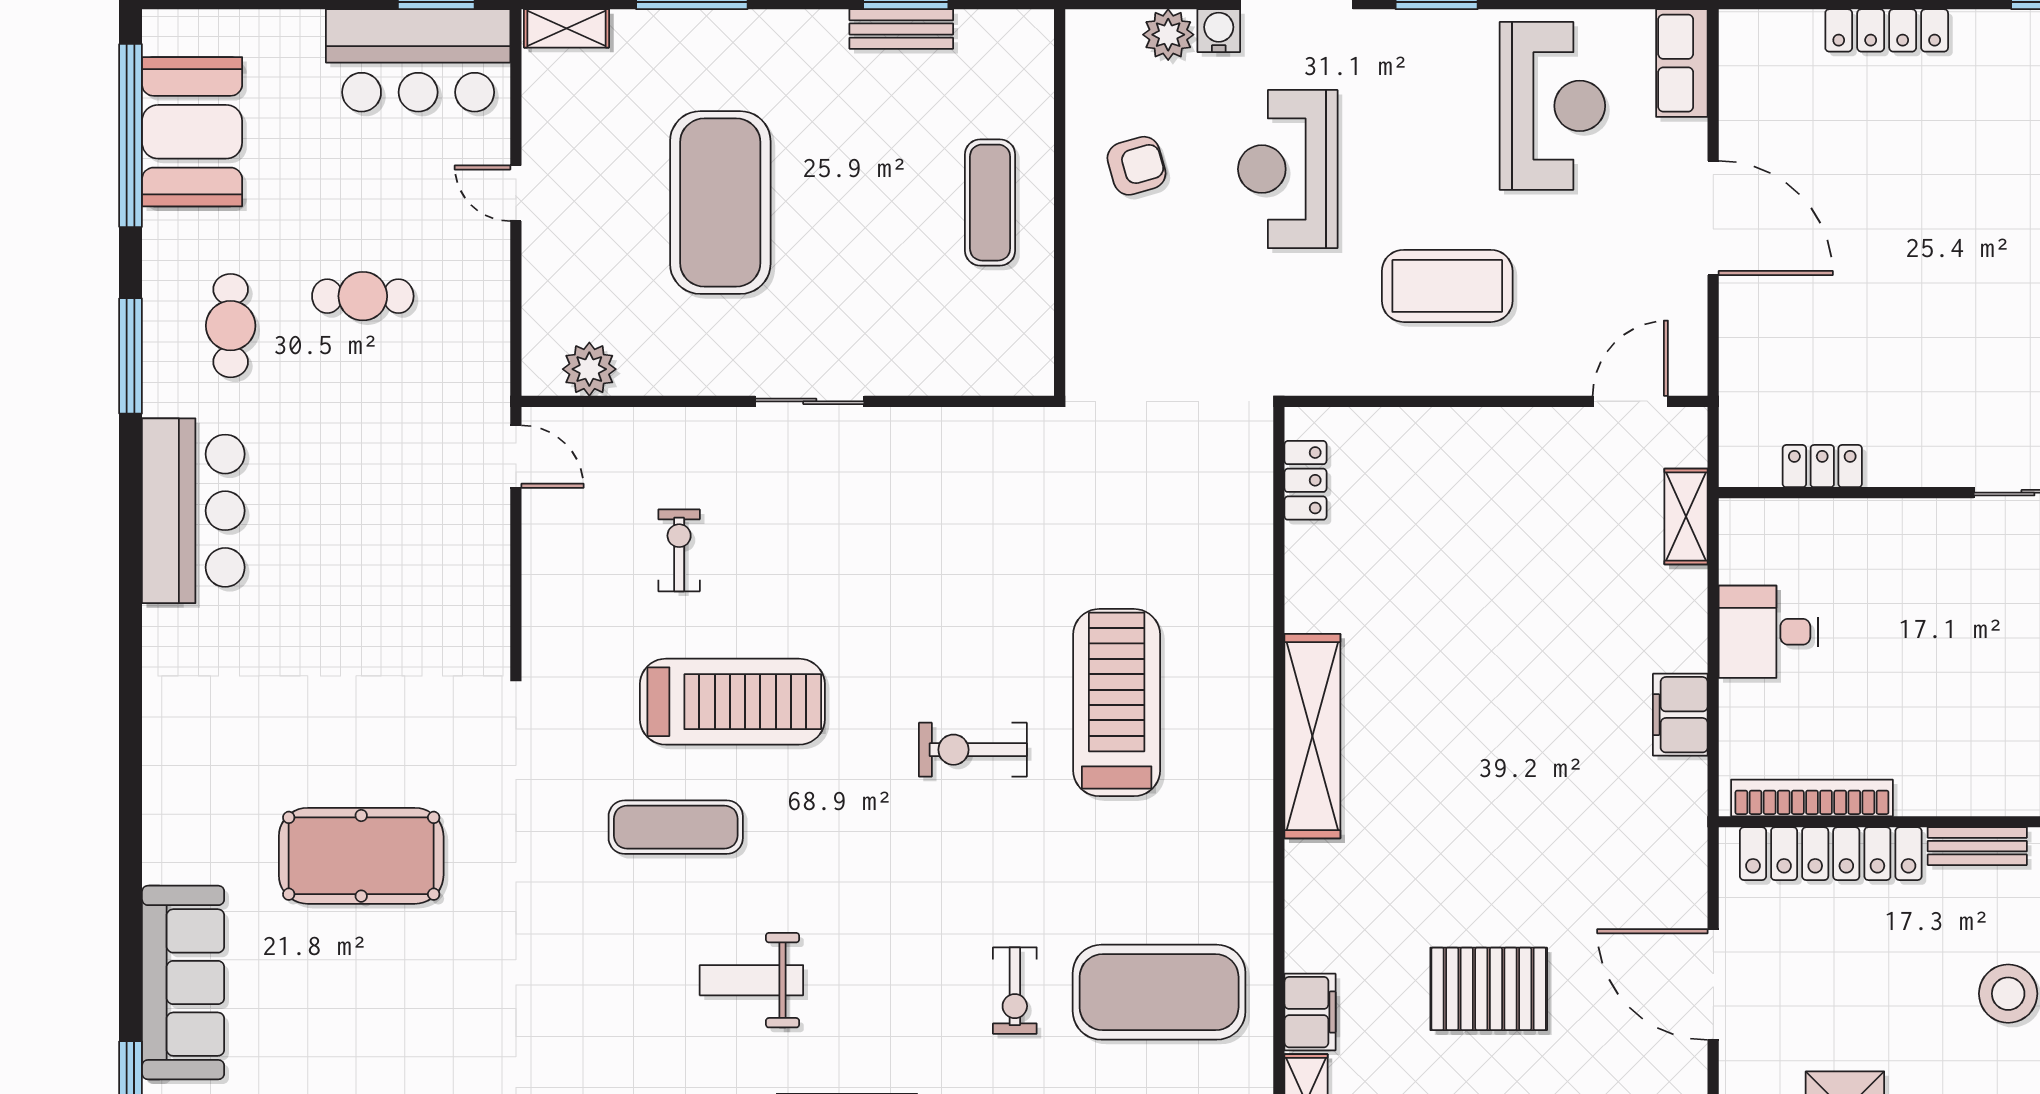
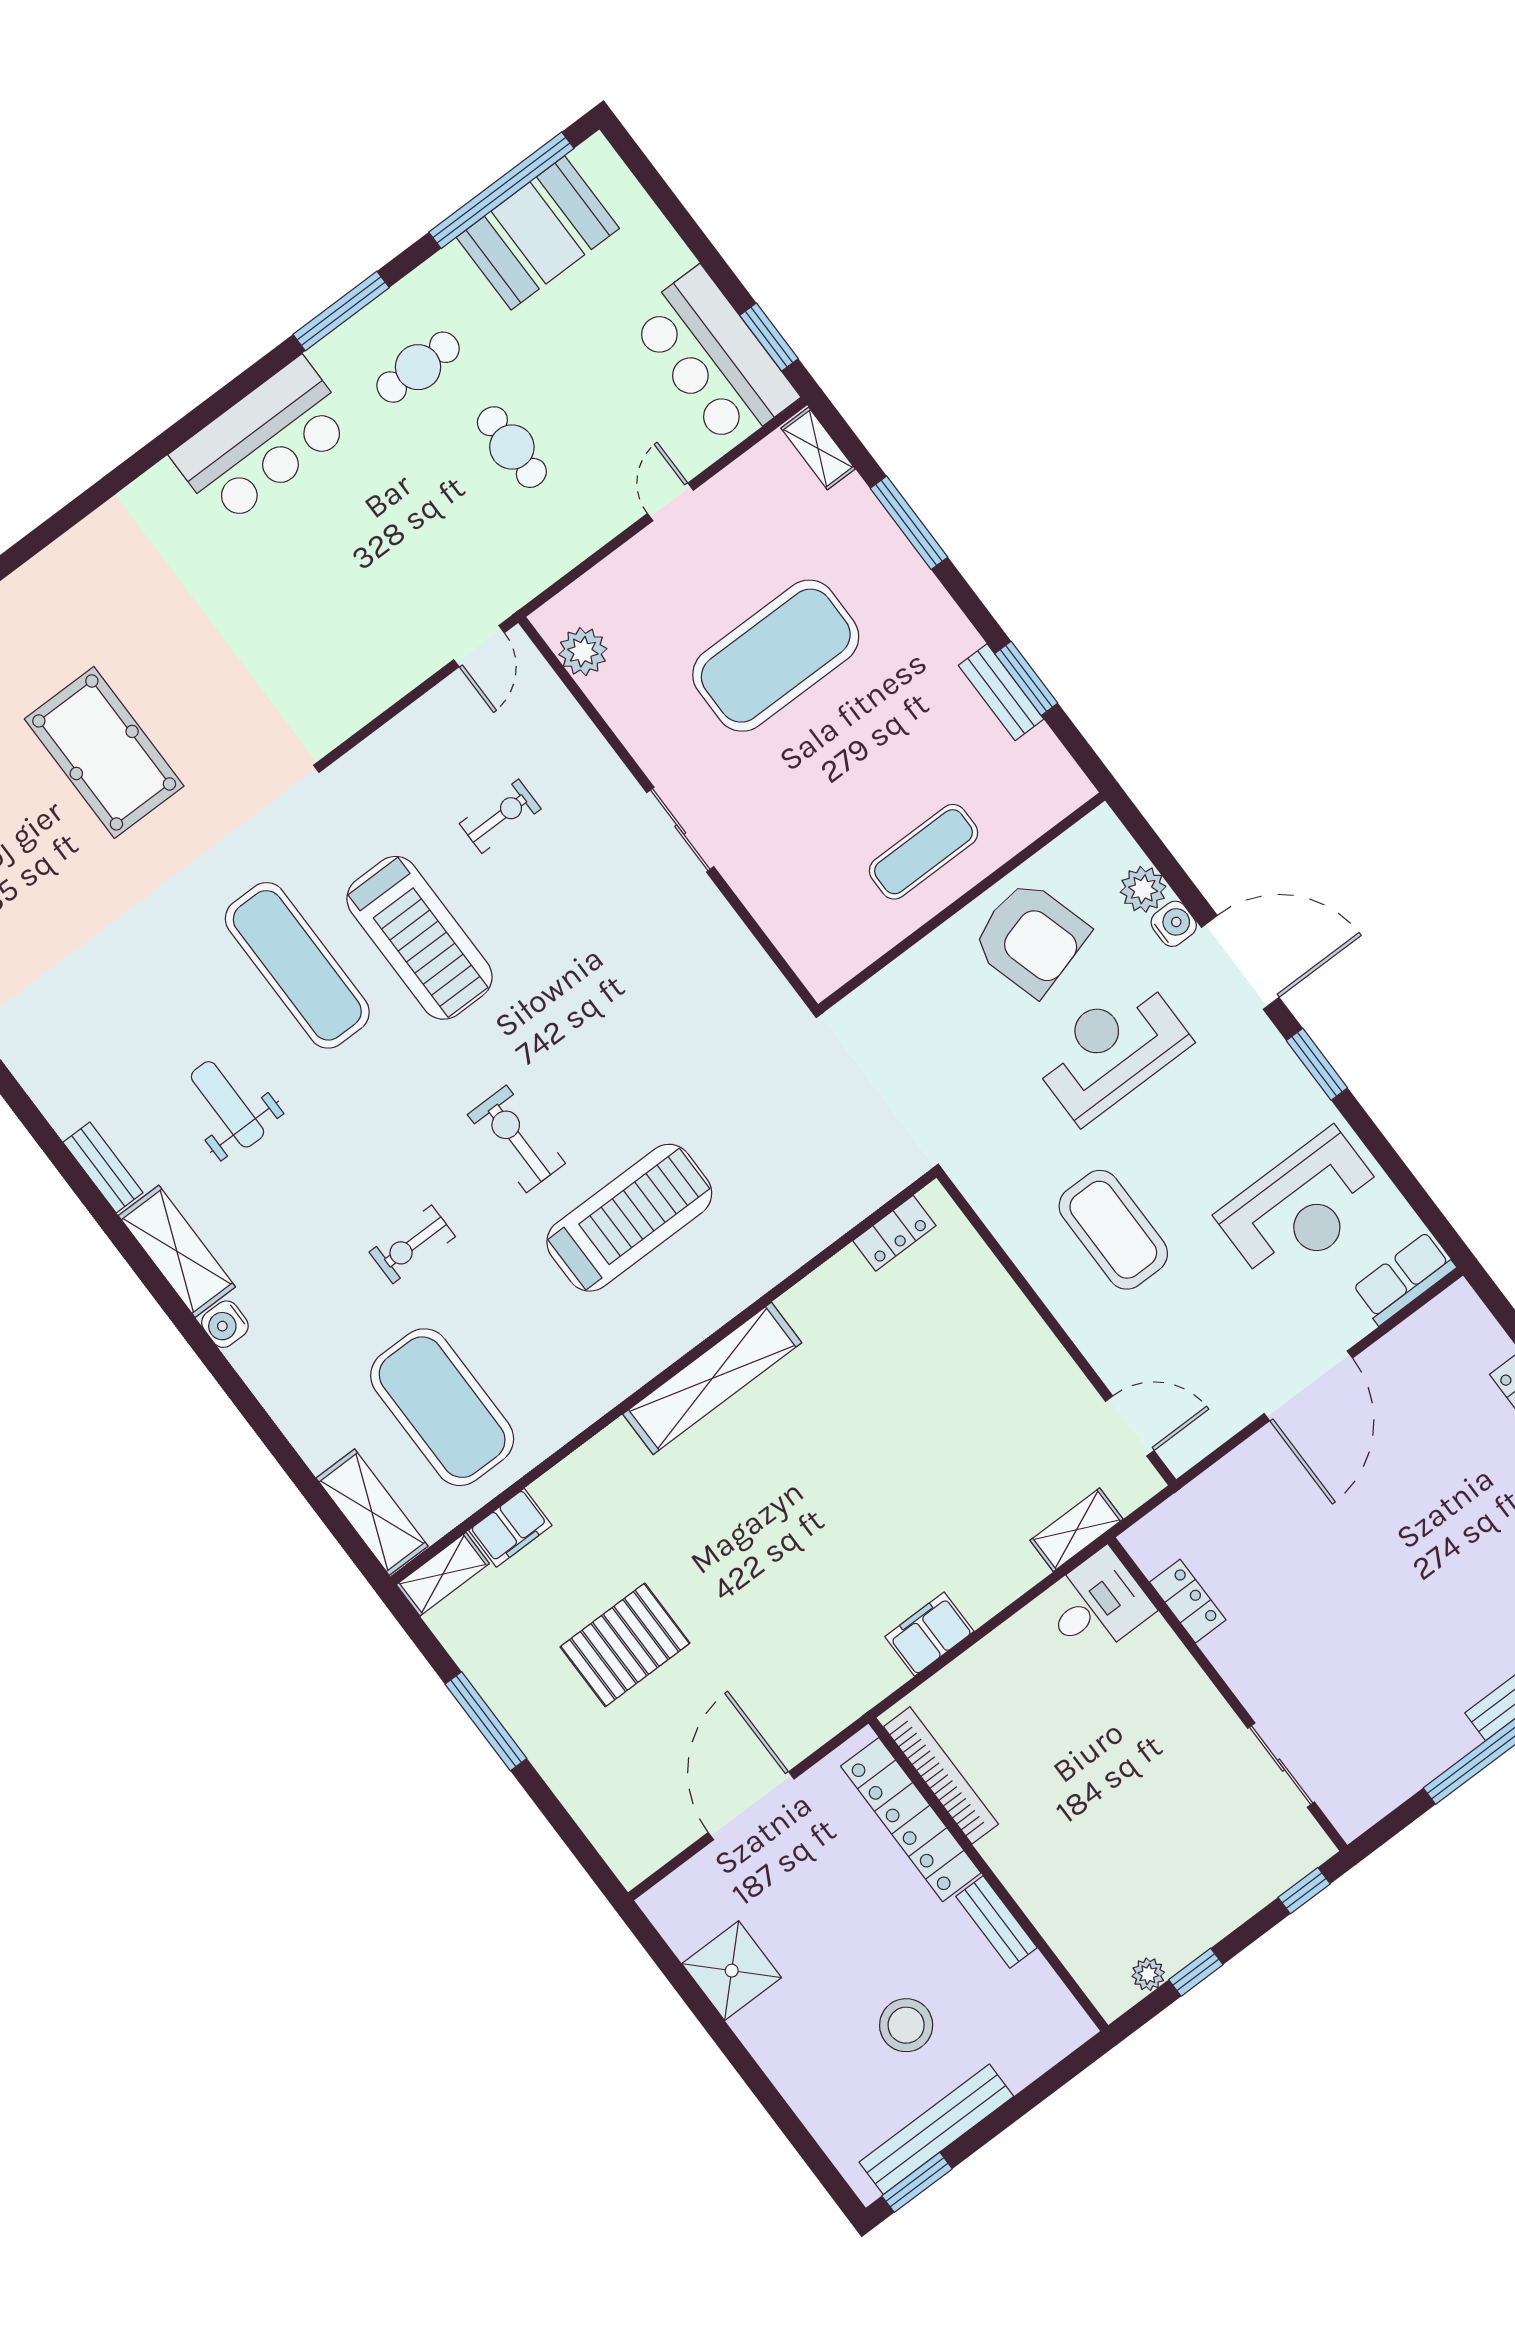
armchair: (1136, 166) -> (1030, 938), width x1.88, depth x1.88
desk: (1768, 632) -> (1097, 1604), moved, turned 90
exercise mat: (676, 827) -> (297, 965), width x1.36, depth x1.45
pallet: (1489, 989) -> (625, 1645), turned 90
exercise bike: (1015, 991) -> (412, 1244), moved

